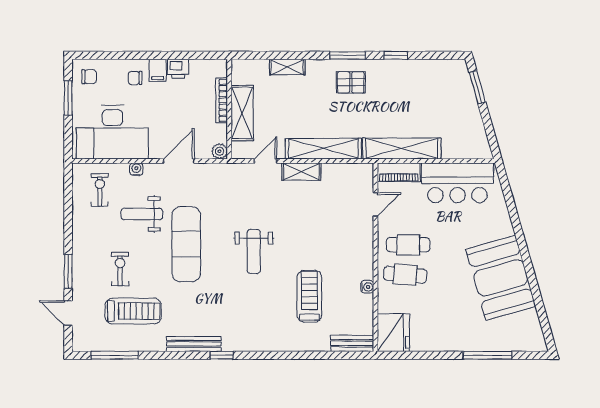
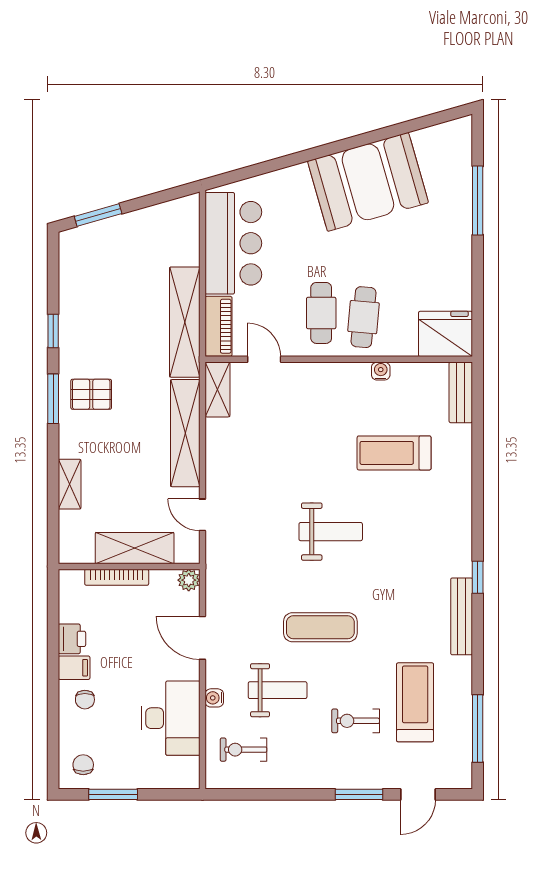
pallet: (351, 82) -> (91, 394), turned 90
desk: (112, 132) -> (170, 718), width x0.73, depth x0.77
shelving: (301, 172) -> (217, 389), moved
weight bench: (142, 214) -> (278, 690), turned -90
exercise mat: (186, 244) -> (320, 627), width x0.73, depth x0.69

